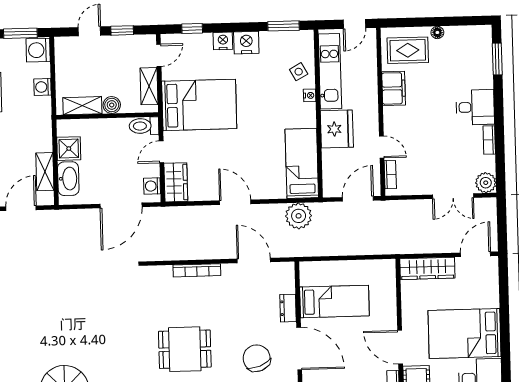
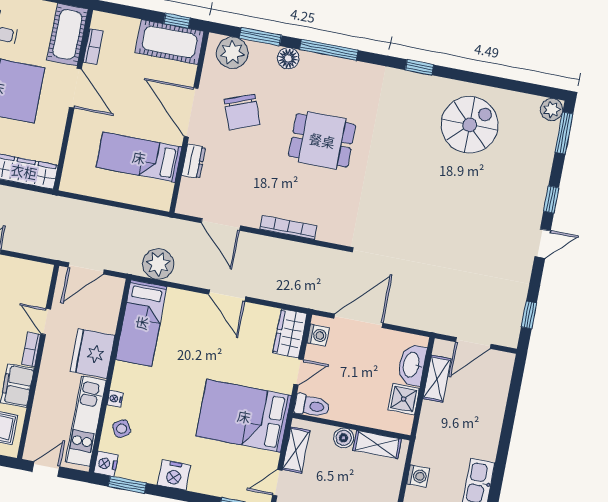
nightstand: (223, 41) -> (106, 464), moved, turned 90
bookcase: (390, 175) -> (31, 349), moved

